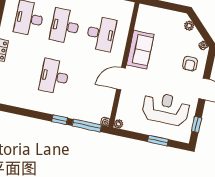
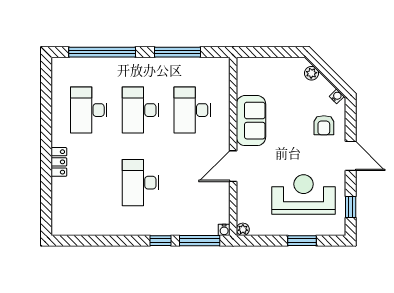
desk: (101, 34) -> (192, 110), turned 180

